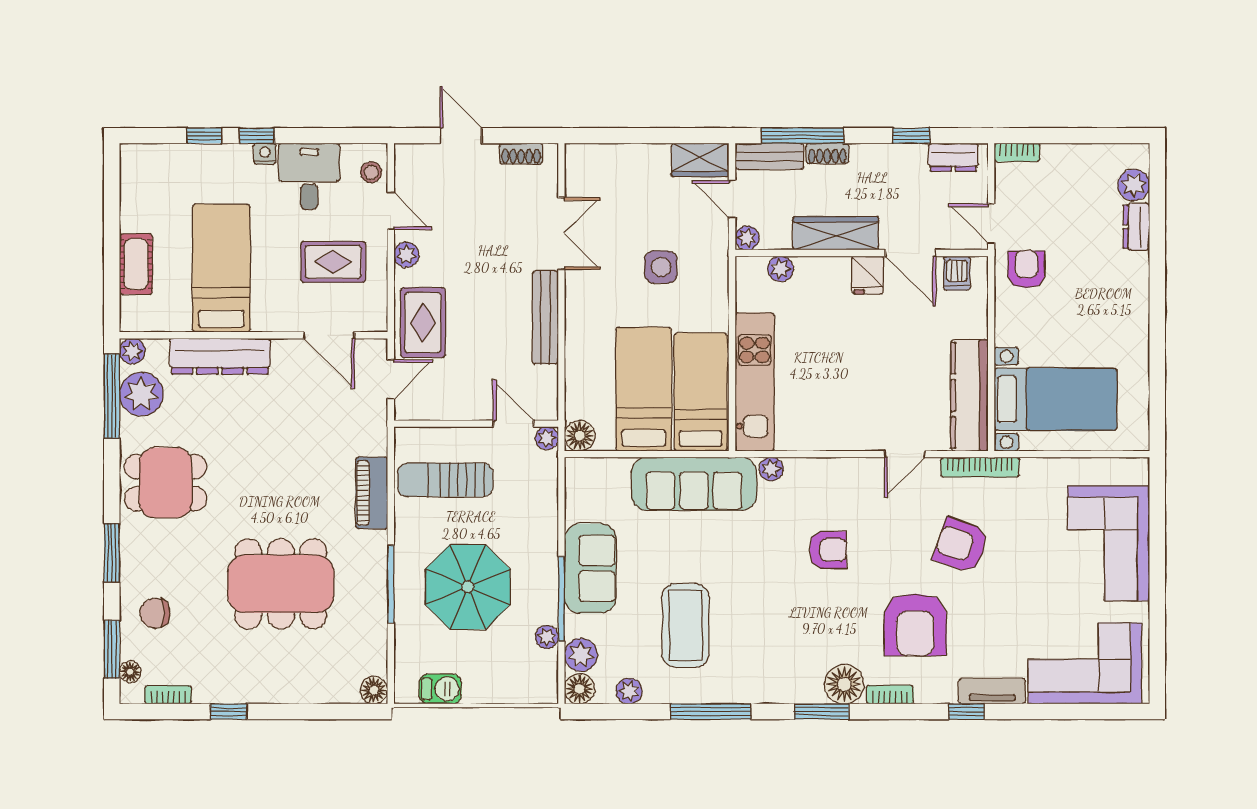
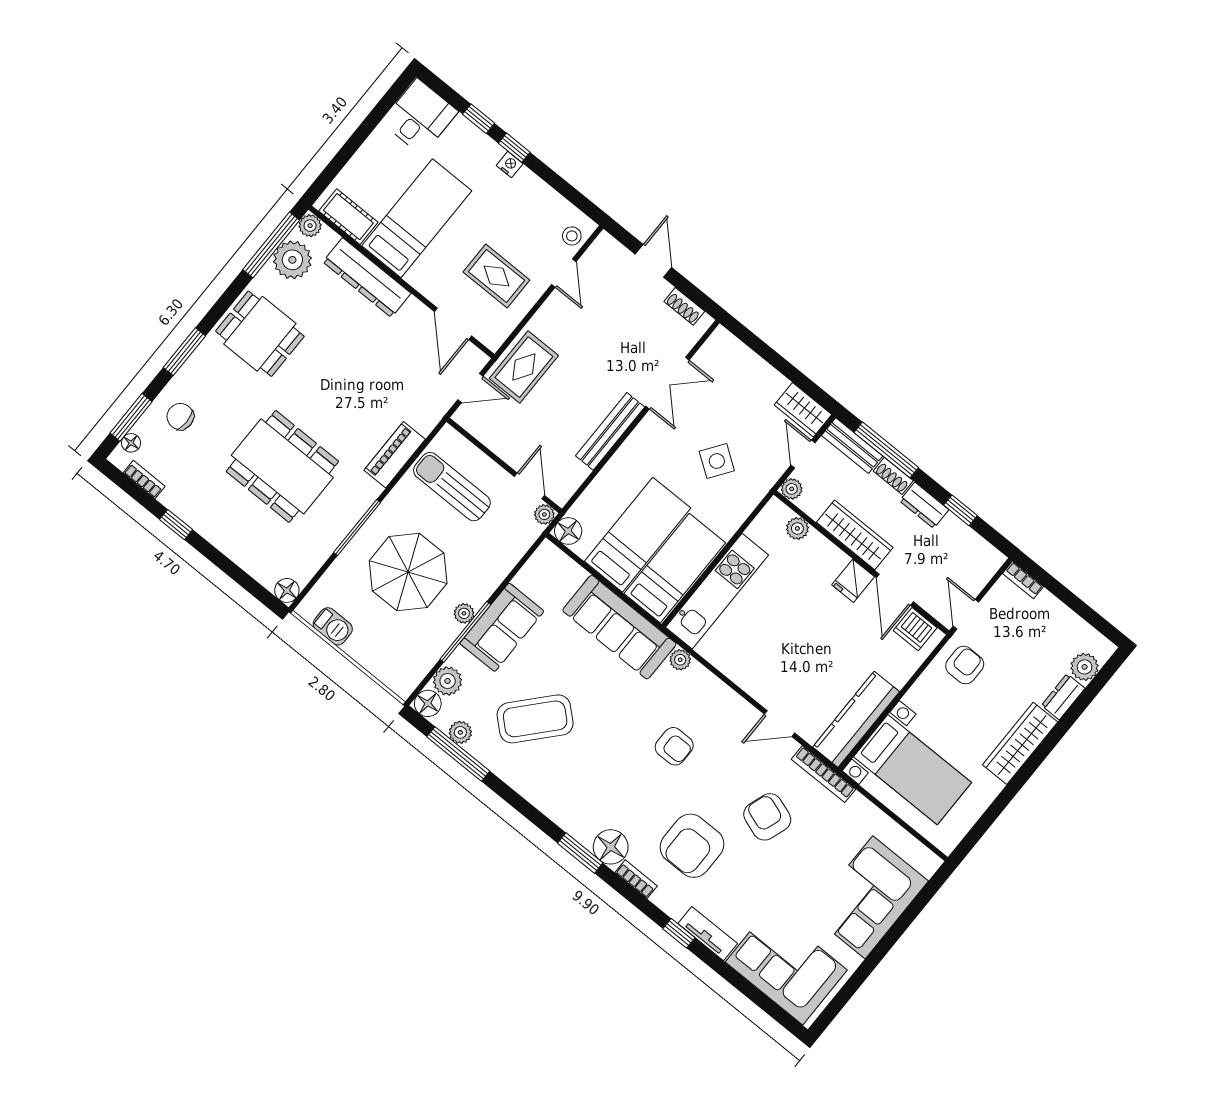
dresser: (953, 157) -> (924, 505), moved
desk: (309, 176) -> (420, 117), moved
plant: (406, 255) -> (550, 312), removed
cot: (136, 264) -> (348, 217), moved, turned 90
side table: (661, 267) -> (717, 461), turned 35
dishwasher: (957, 273) -> (915, 629), width x1.38
wardrobe: (1132, 299) -> (1020, 743), added
coffee table: (685, 626) -> (535, 719), turned 42
plant: (547, 637) -> (464, 613), moved
window: (711, 712) -> (458, 754), moved

